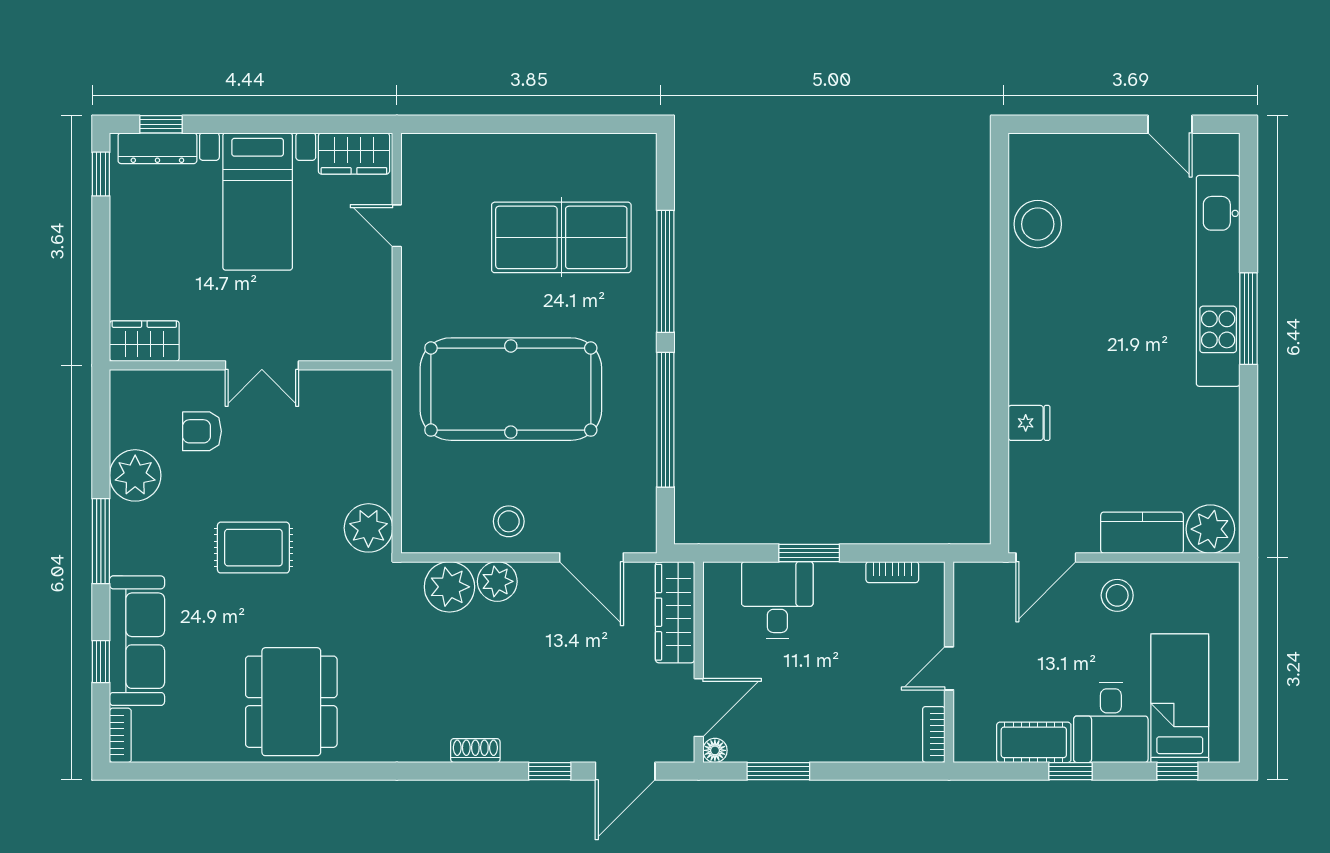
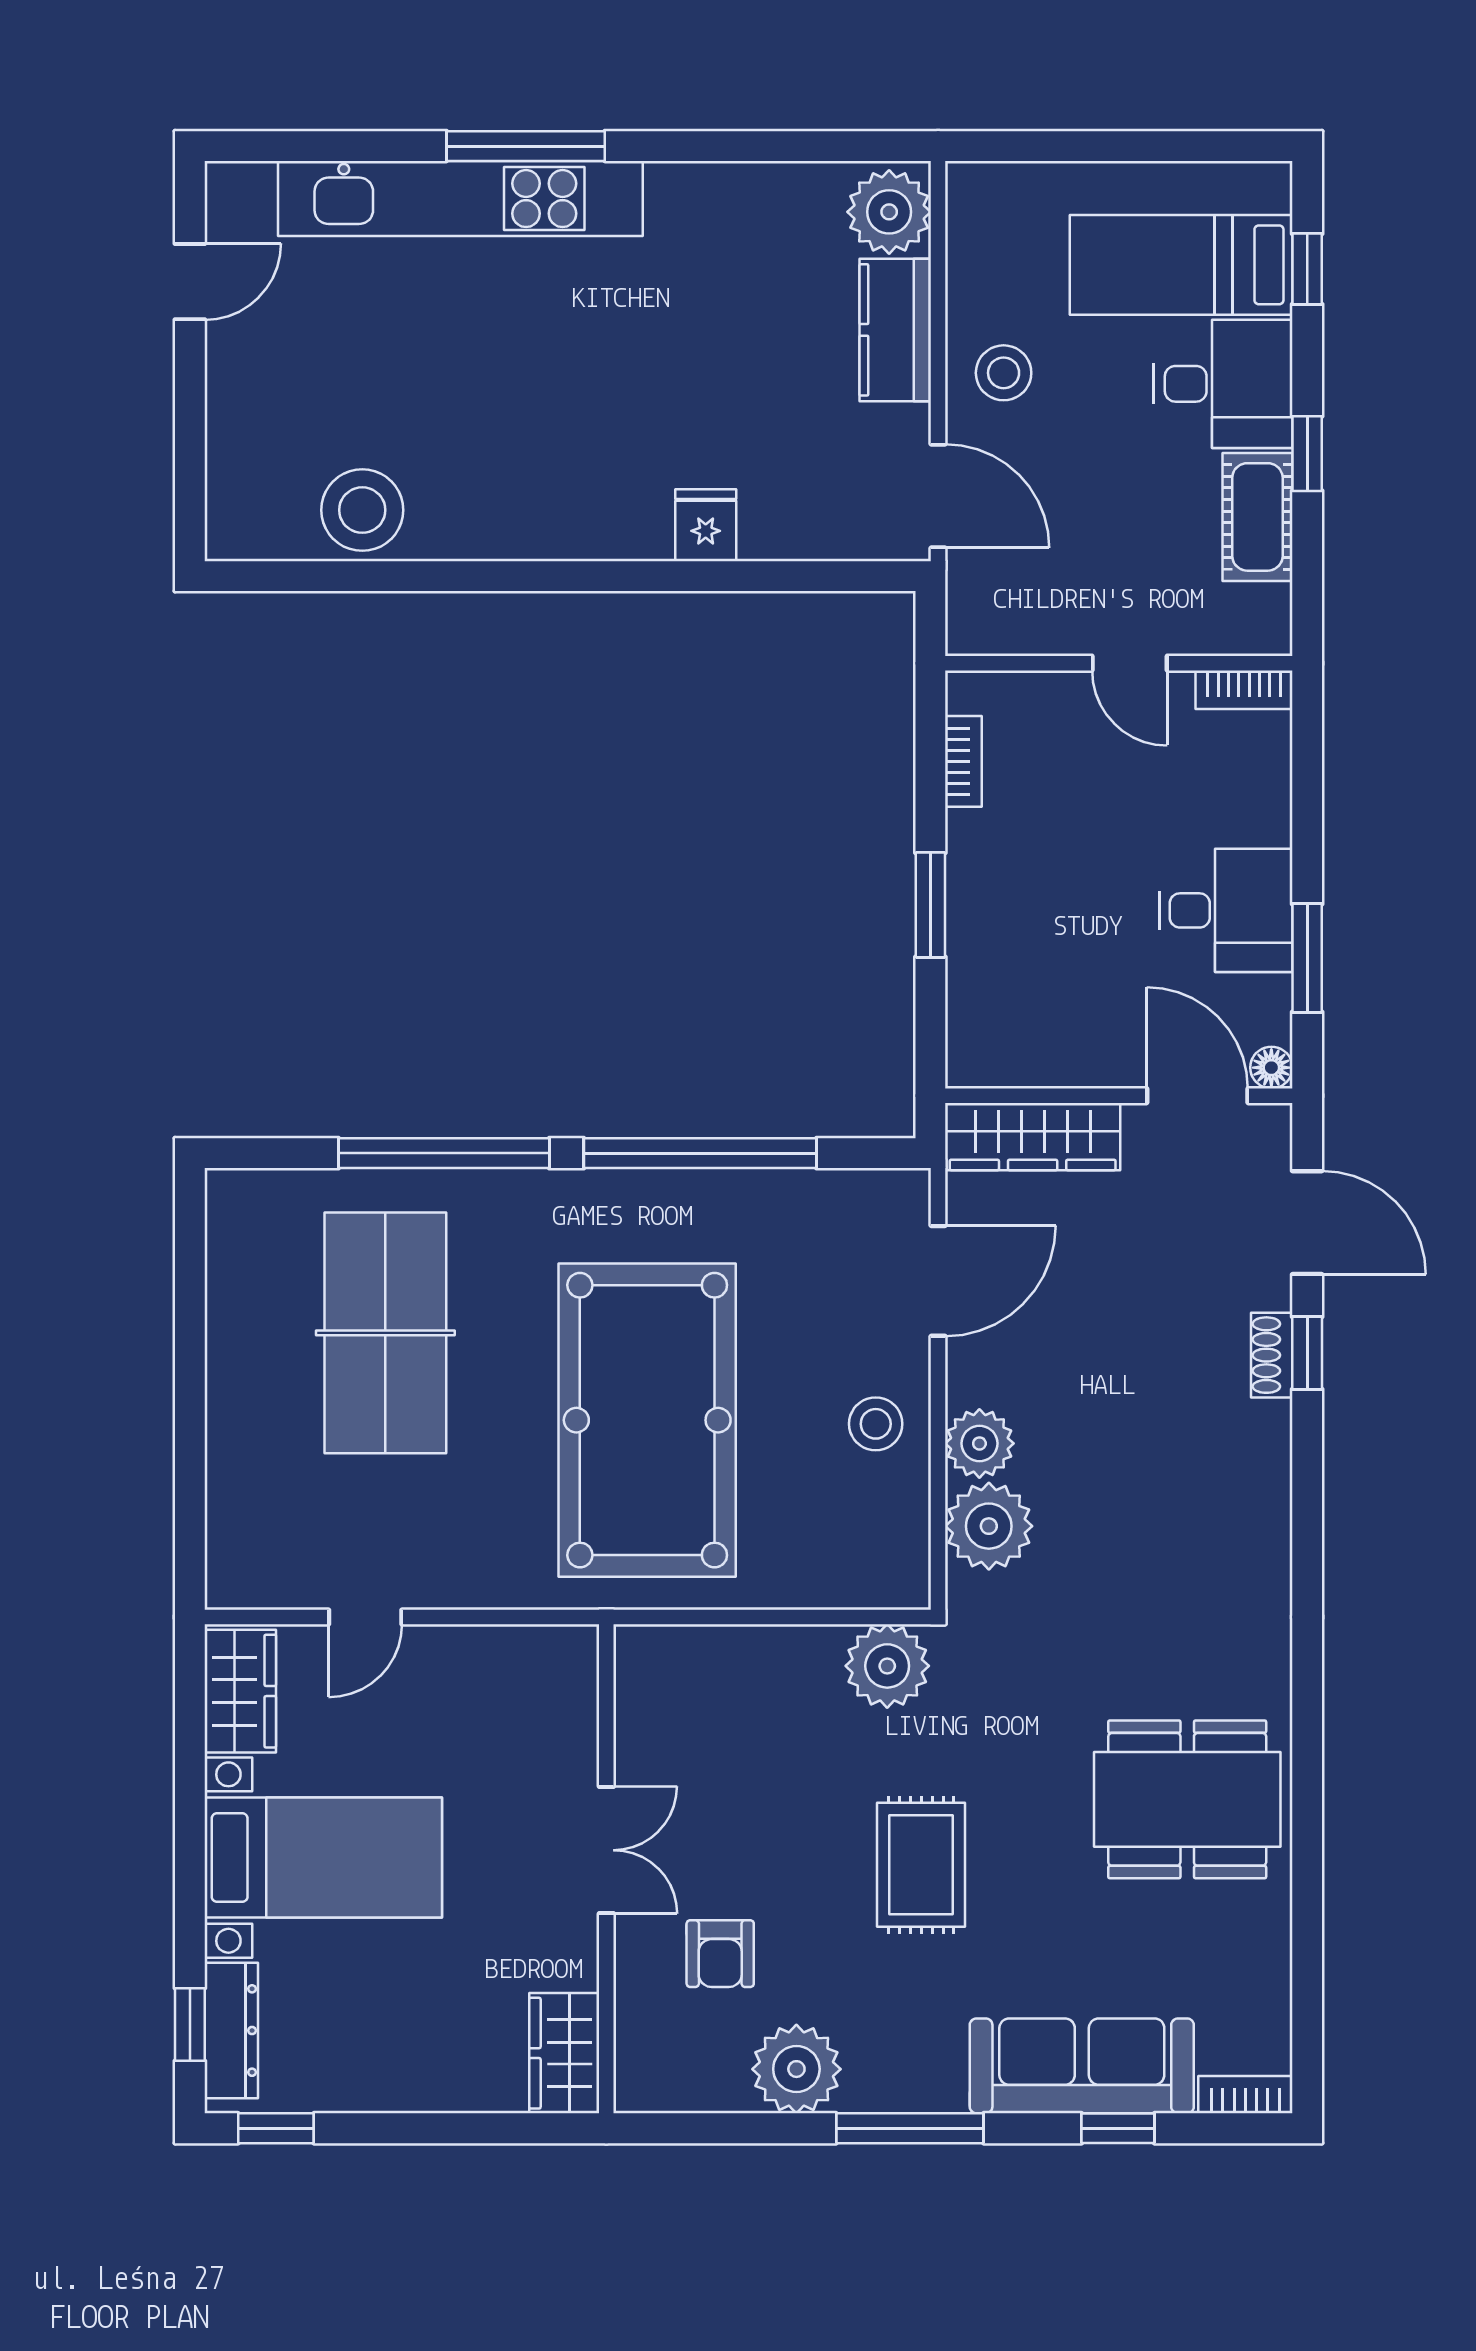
desk: (777, 600) -> (1226, 910), moved, turned 180
shoe rack: (475, 751) -> (1272, 1355), moved

